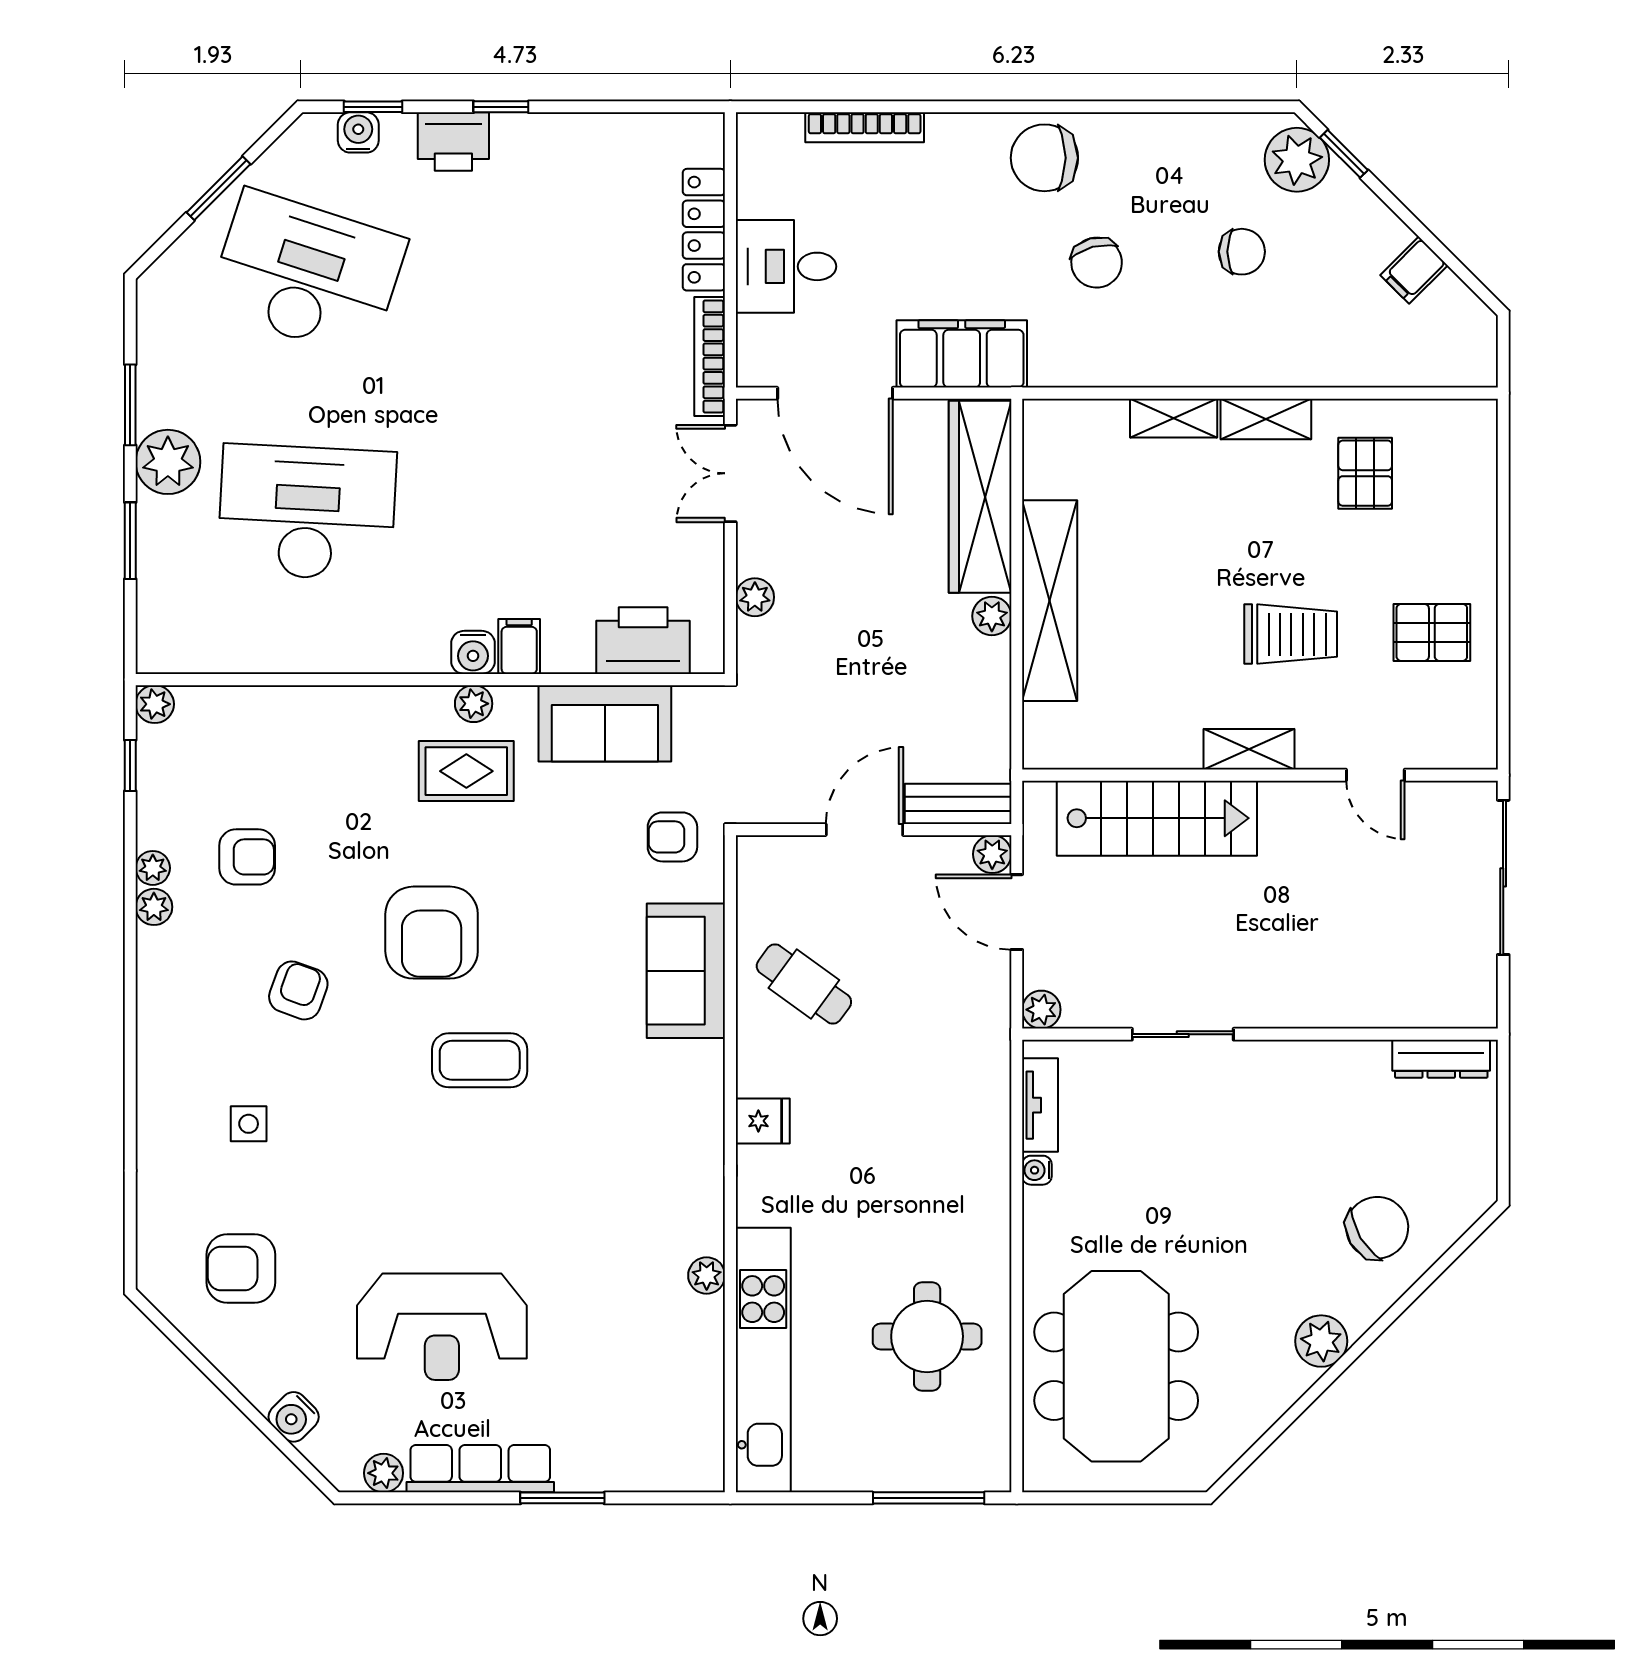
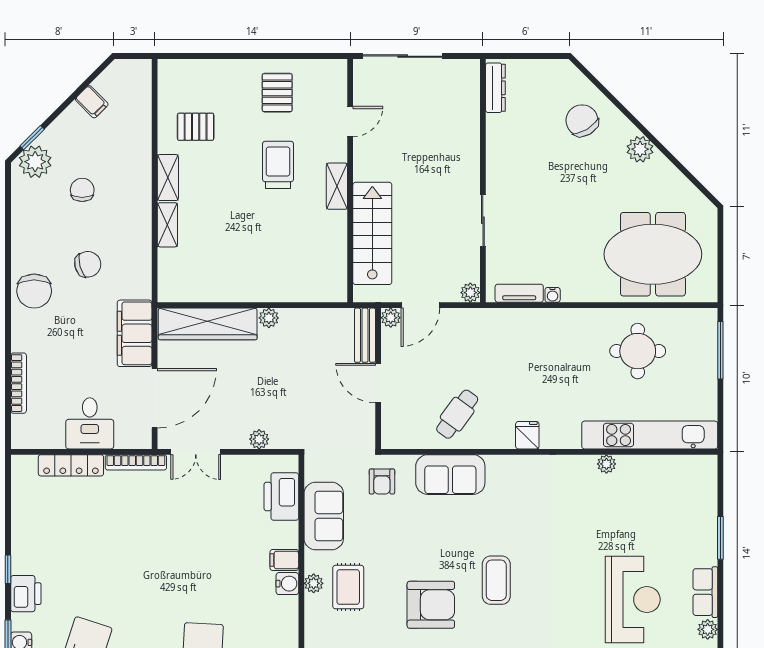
shelving: (1050, 601) -> (261, 288), removed
row of seats: (480, 1469) -> (705, 592), width x0.68

